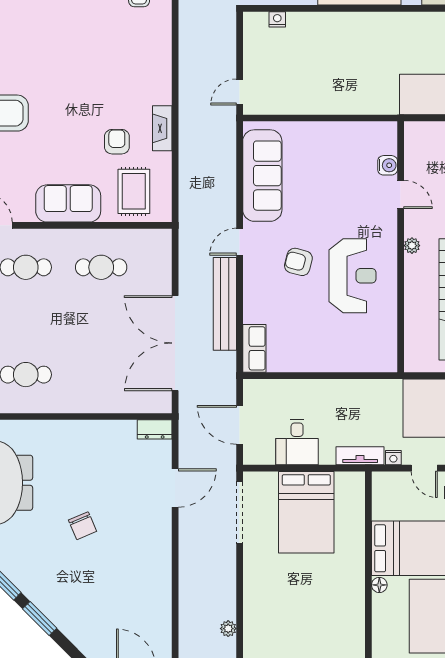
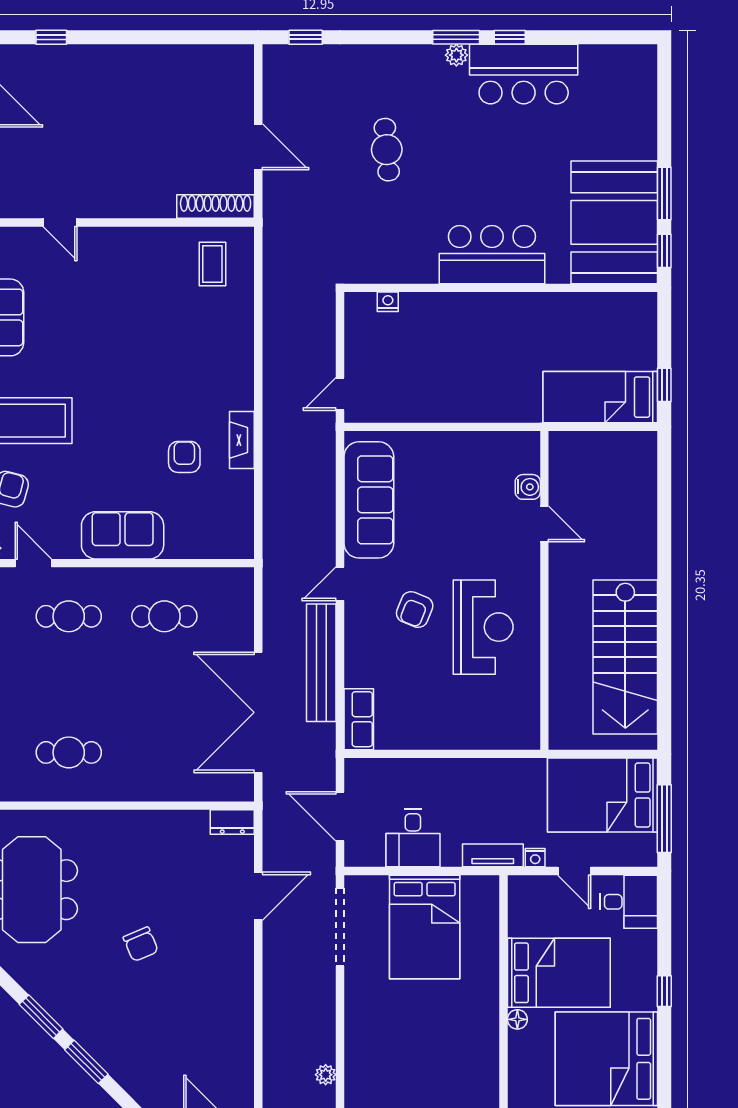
rug: (134, 191) -> (206, 520), removed
plant: (412, 246) -> (559, 589), removed
armchair: (298, 262) -> (415, 610), turned -83

